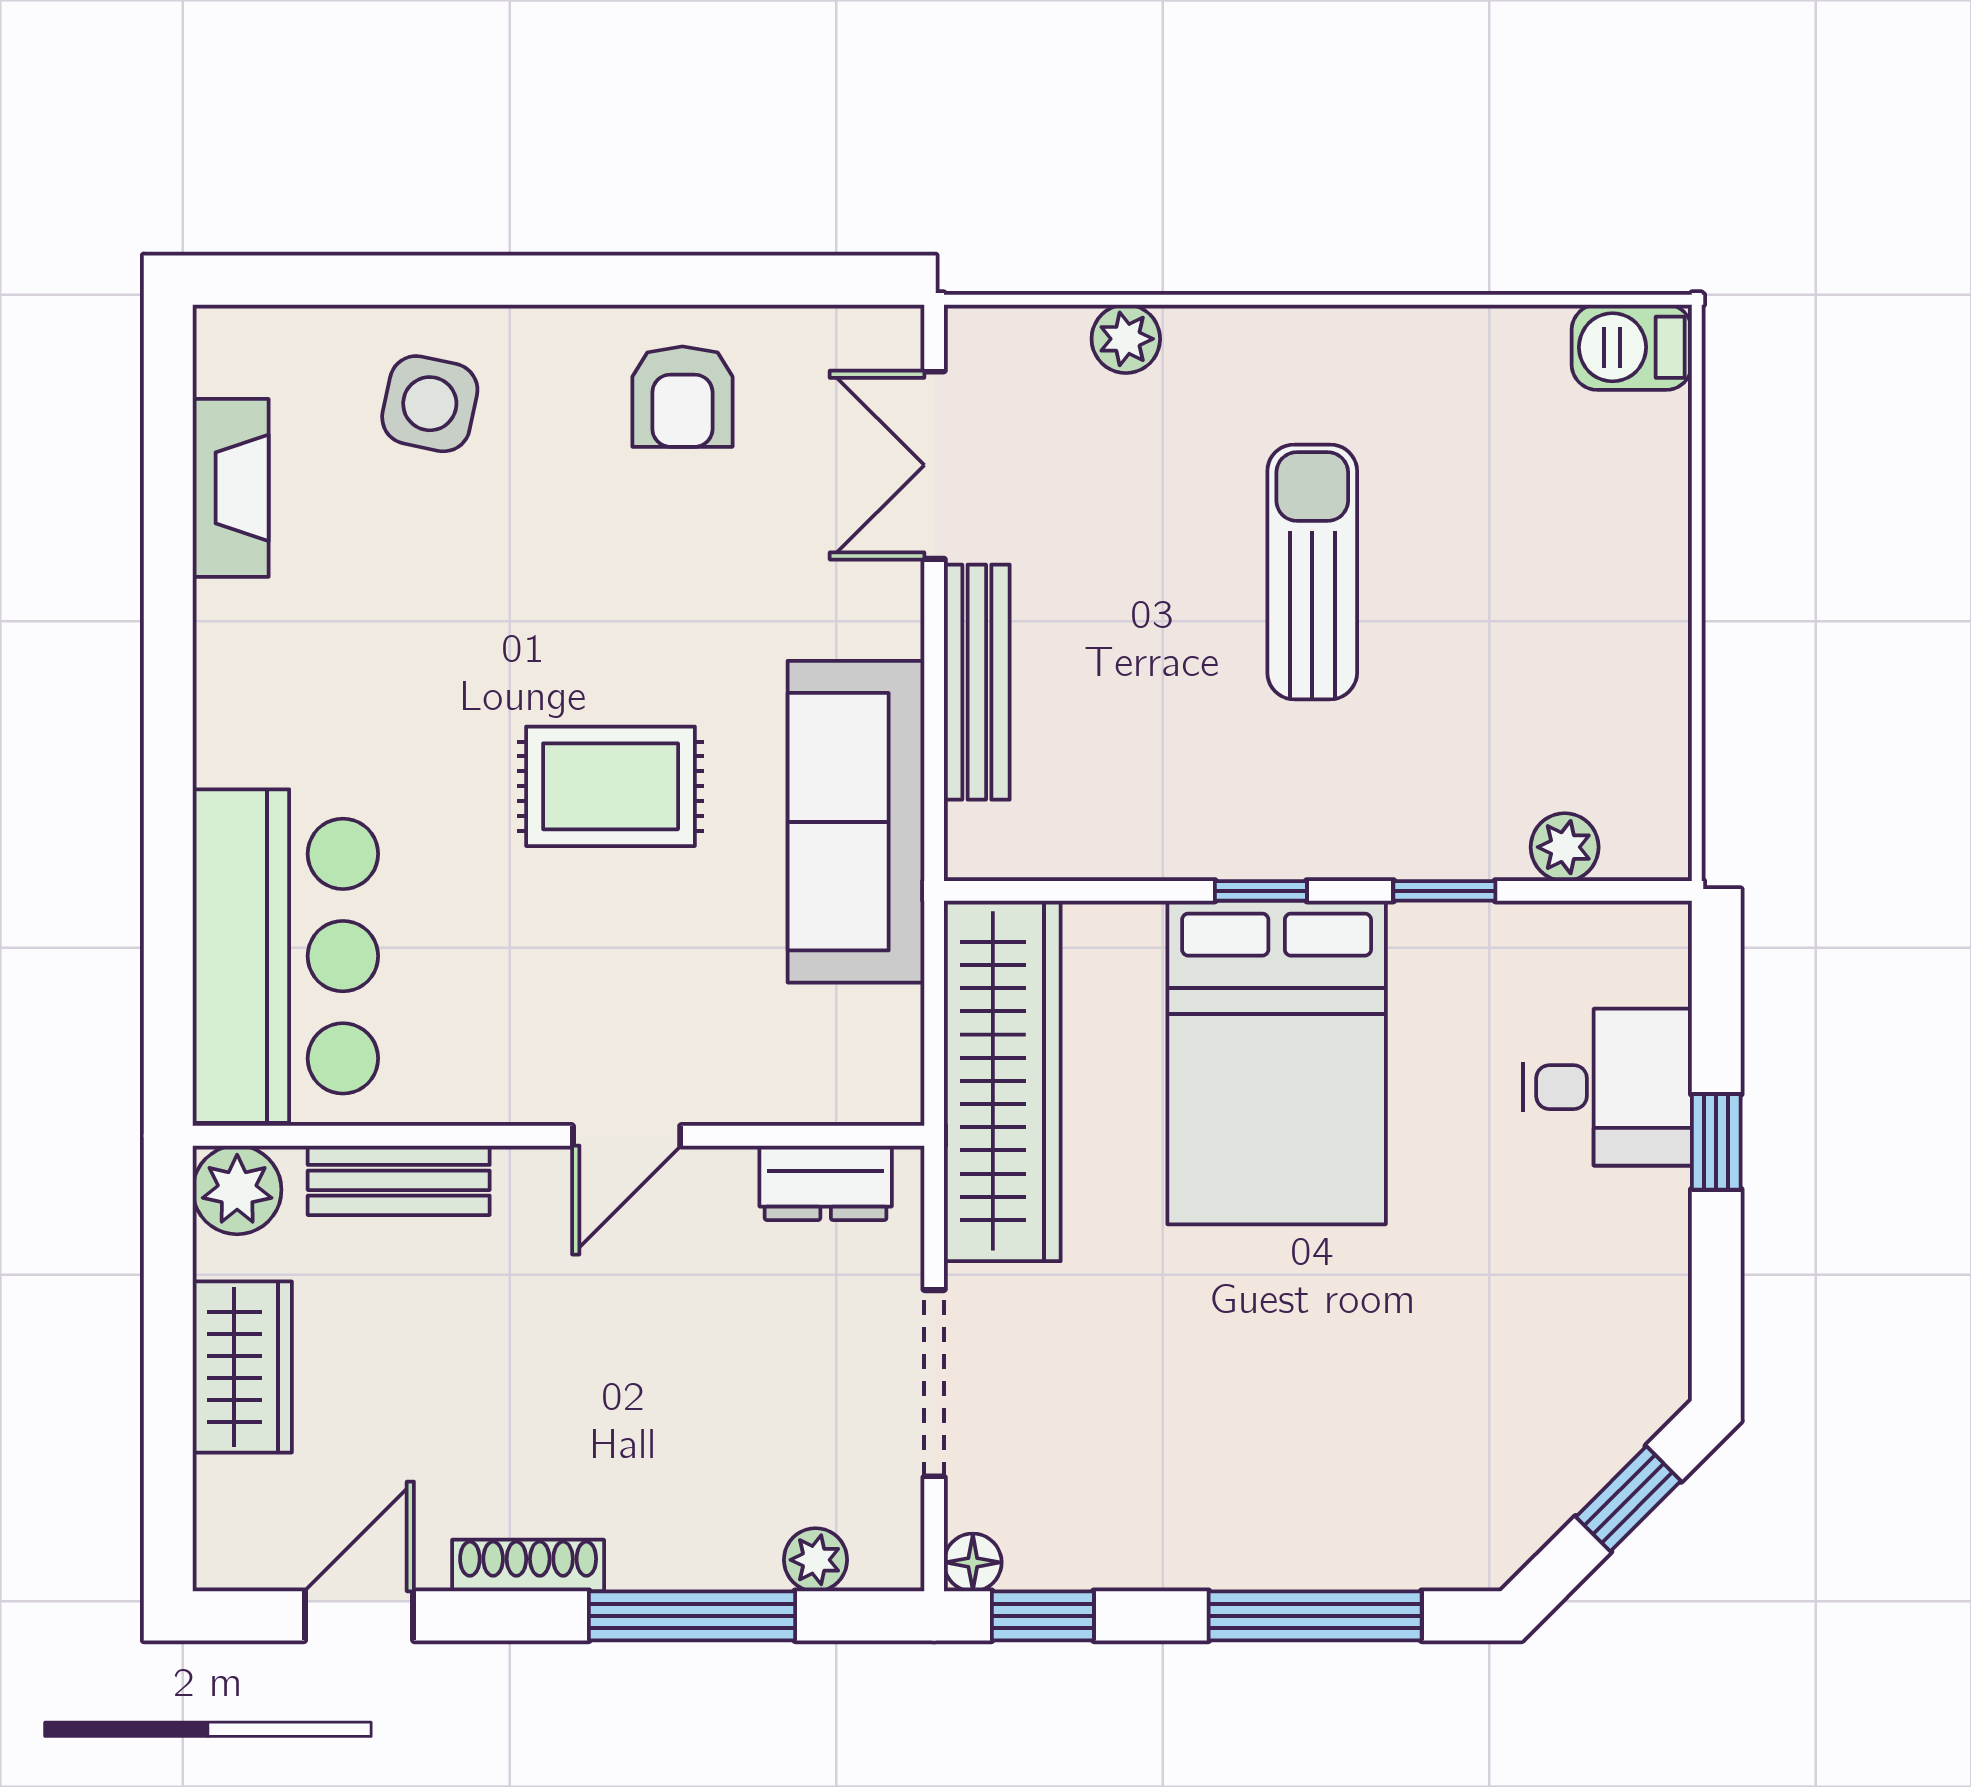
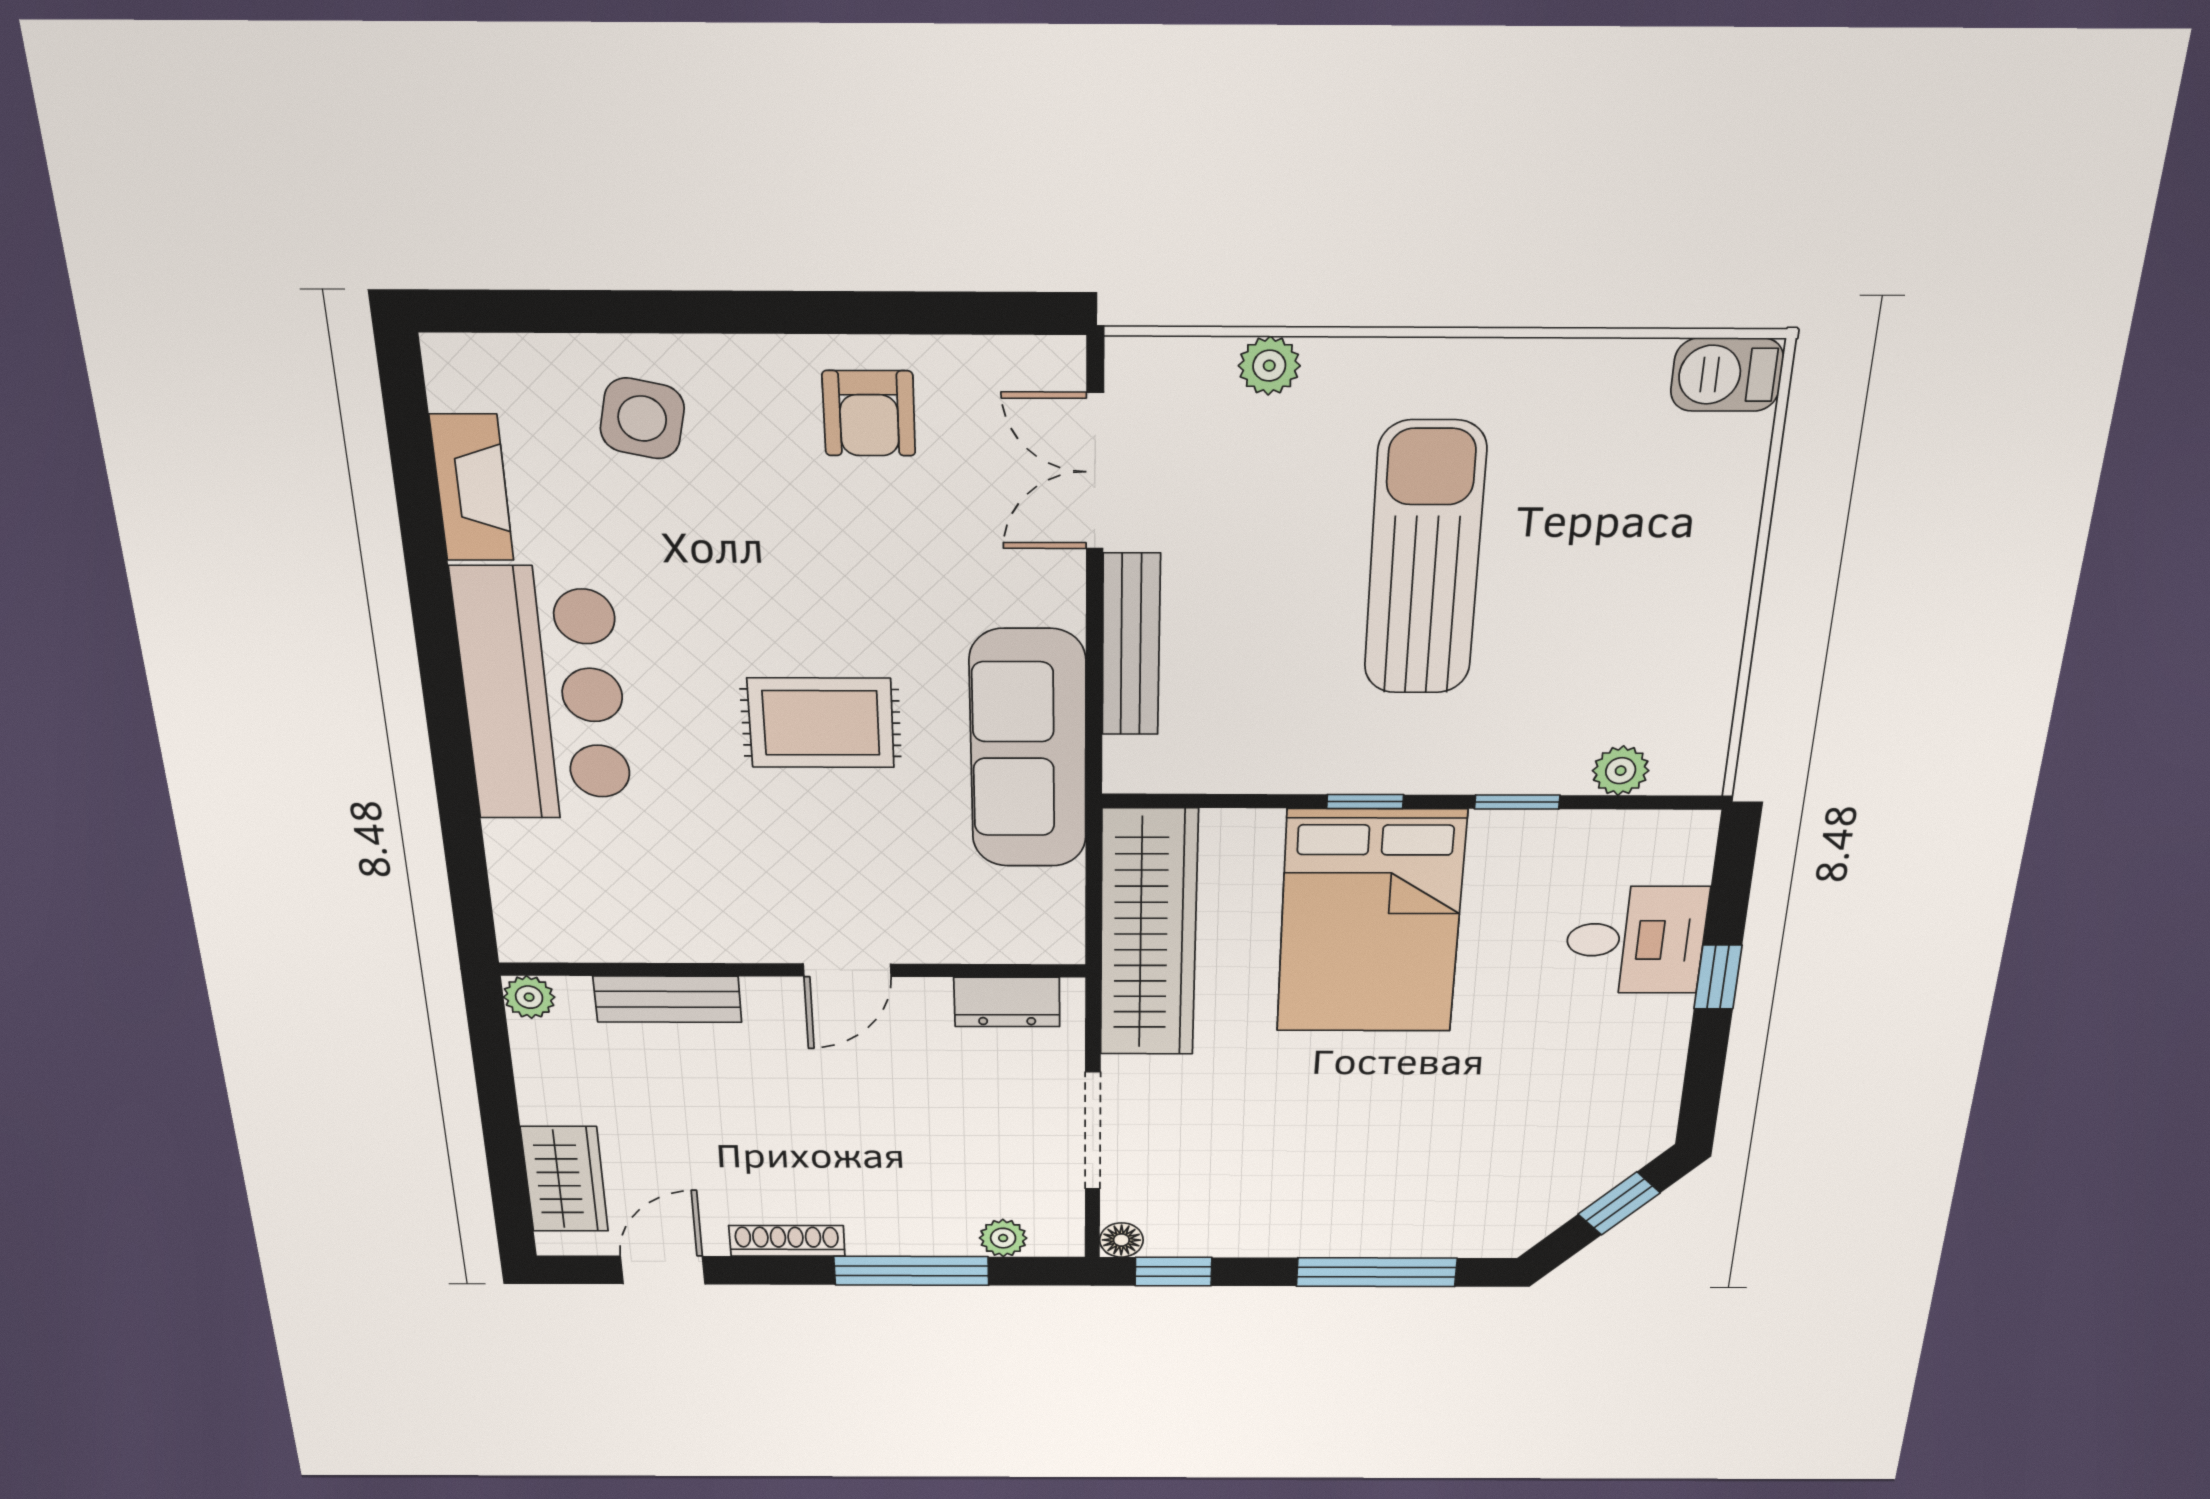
sun lounger: (1312, 572) -> (1425, 560), width x1.36, depth x1.34
bar counter: (285, 956) -> (543, 695), moved
plant: (237, 1190) -> (529, 997), width x0.73, depth x0.73
wardrobe: (242, 1367) -> (565, 1179), moved

